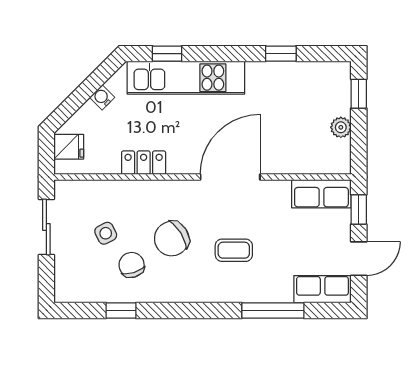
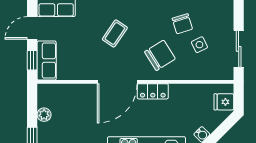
locker: (144, 163) -> (153, 91), moved
row of seats: (321, 194) -> (47, 61), moved, turned 90
chair: (172, 239) -> (160, 55), moved
coffee table: (234, 250) -> (115, 33), turned -56

